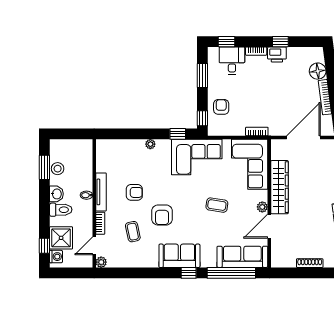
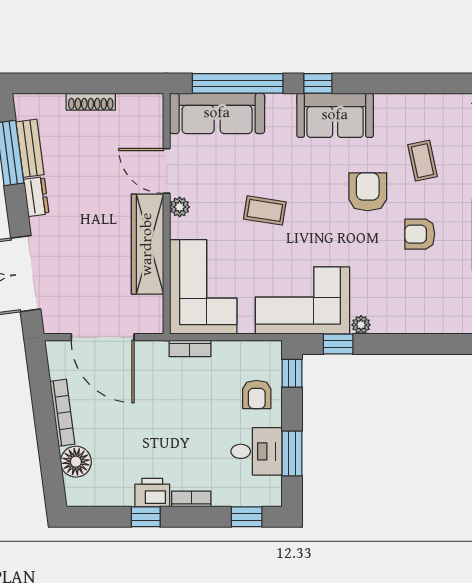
desk: (232, 61) -> (257, 451), moved, turned -90
door: (303, 138) -> (103, 337), hinge flipped
plant: (150, 144) -> (361, 325), moved
door: (269, 226) -> (167, 171), swing flipped

